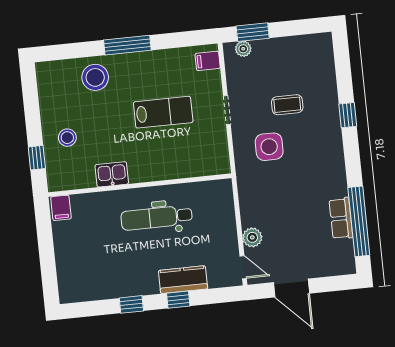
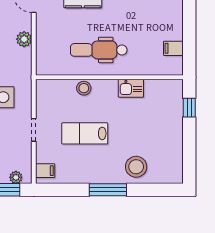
stool: (67, 138) -> (84, 88), moved
filing cabinet: (61, 208) -> (173, 48), moved, turned -90
dental chair: (157, 218) -> (99, 50), turned 180
plant: (252, 237) -> (24, 39), moved

